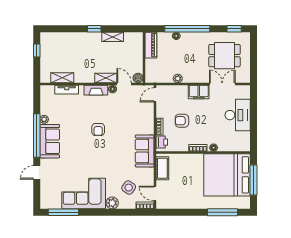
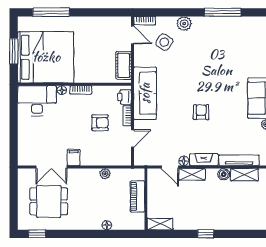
window: (187, 29) -> (94, 234), removed
shelving: (113, 37) -> (160, 224), moved
piano: (151, 45) -> (137, 197), moved
boiler: (138, 78) -> (224, 174), moved
tv unit: (67, 90) -> (239, 160), width x1.41
filing cabinet: (199, 92) -> (74, 157), width x0.50
door: (155, 95) -> (132, 138), moved
desk: (238, 115) -> (37, 101), moved, turned 90
sofa: (145, 151) -> (145, 93), width x1.36
window: (253, 180) -> (14, 51), width x0.69
corner sofa: (84, 193) -> (219, 35), removed
window: (63, 212) -> (223, 12), moved

